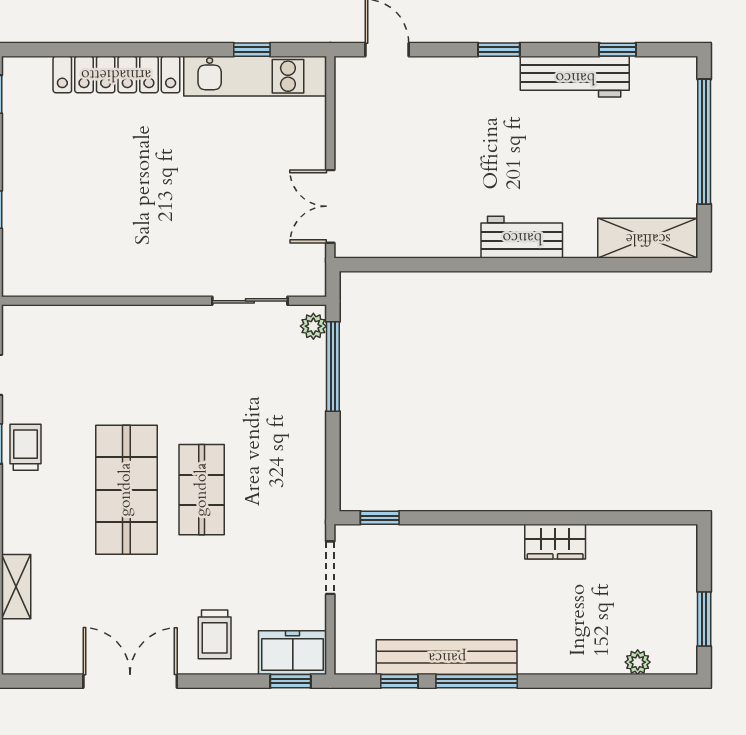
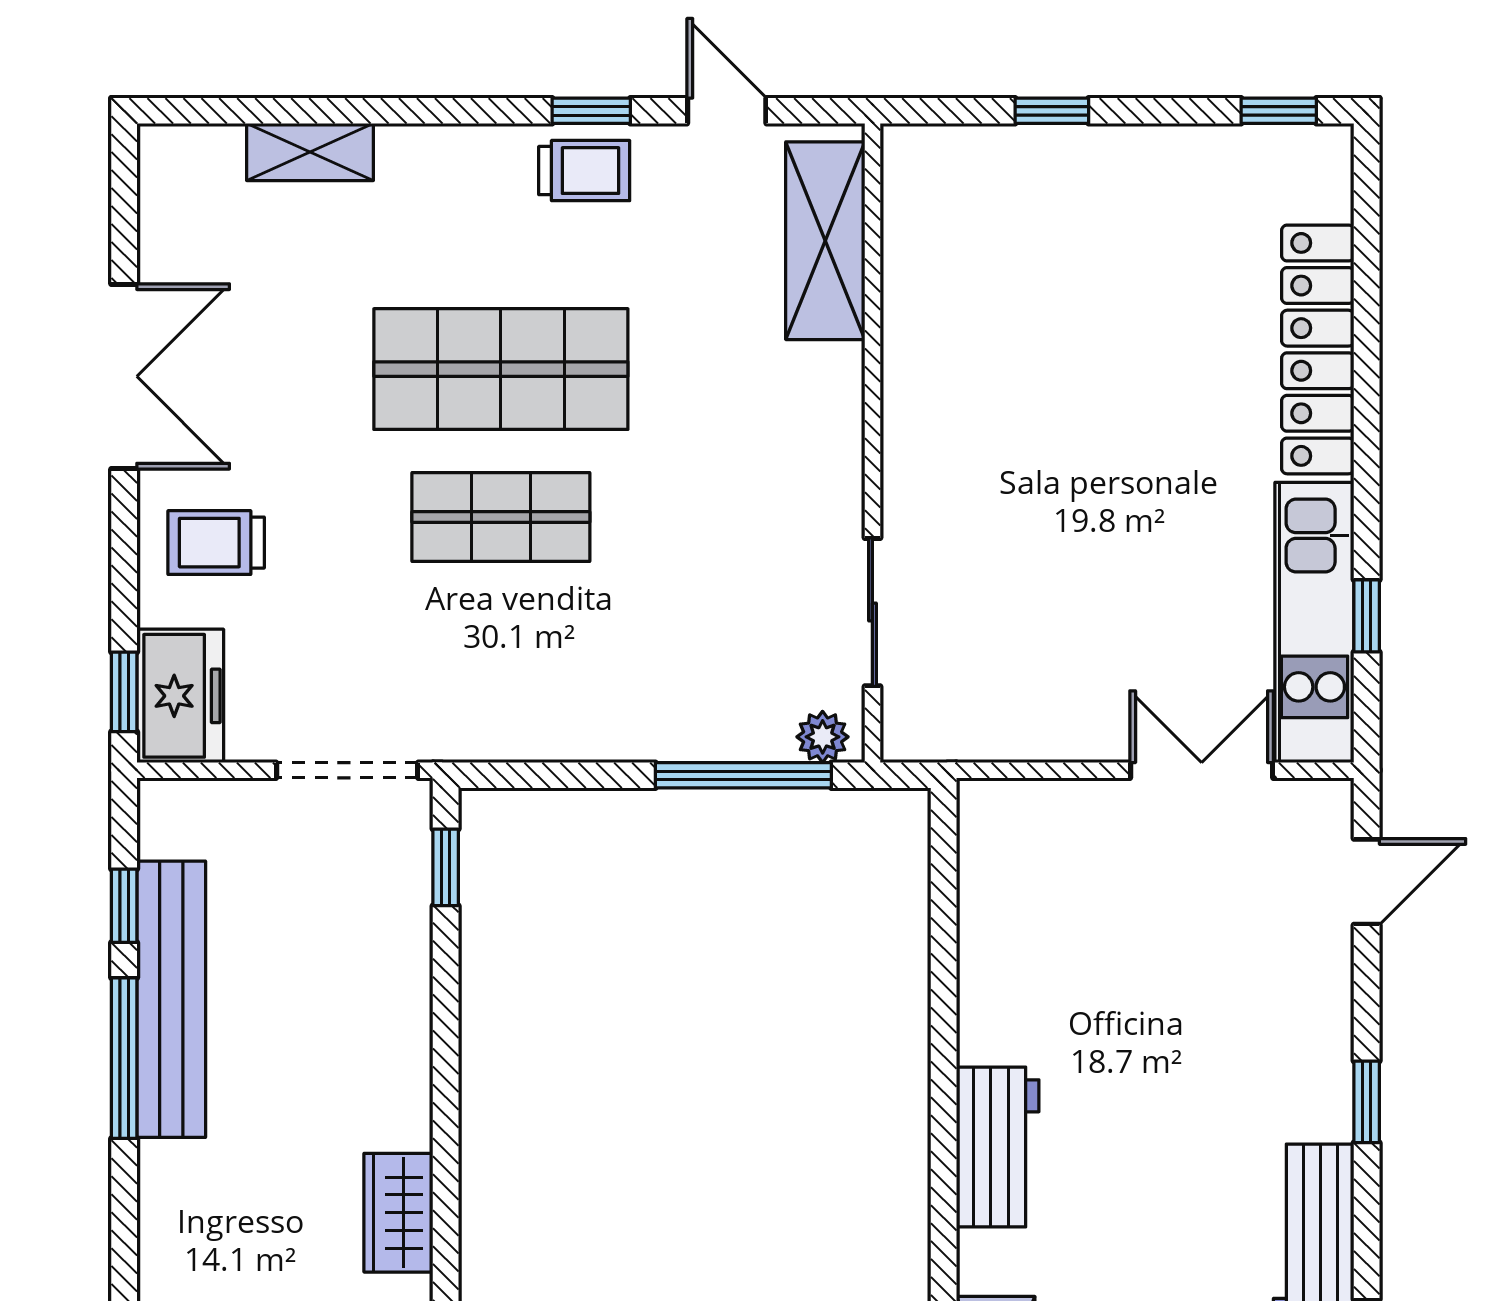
double door: (330, 206) -> (1202, 770), moved
shelving: (61, 325) -> (825, 241), added
doorway: (330, 568) -> (347, 770), width x1.38

